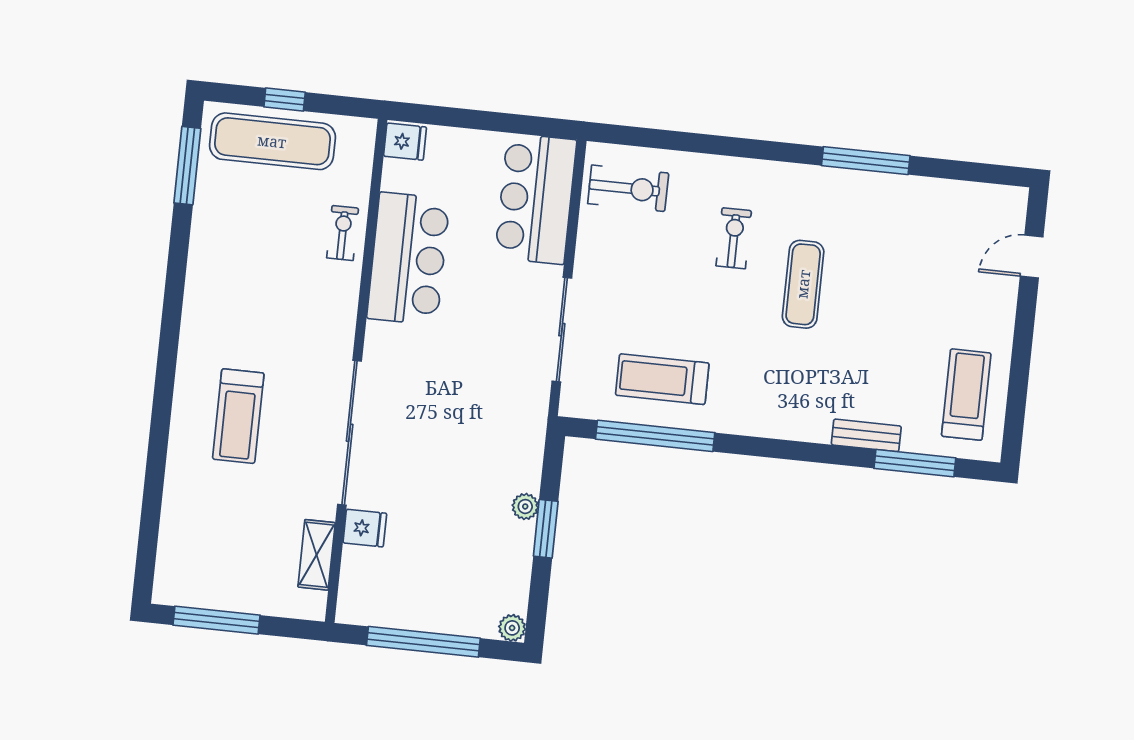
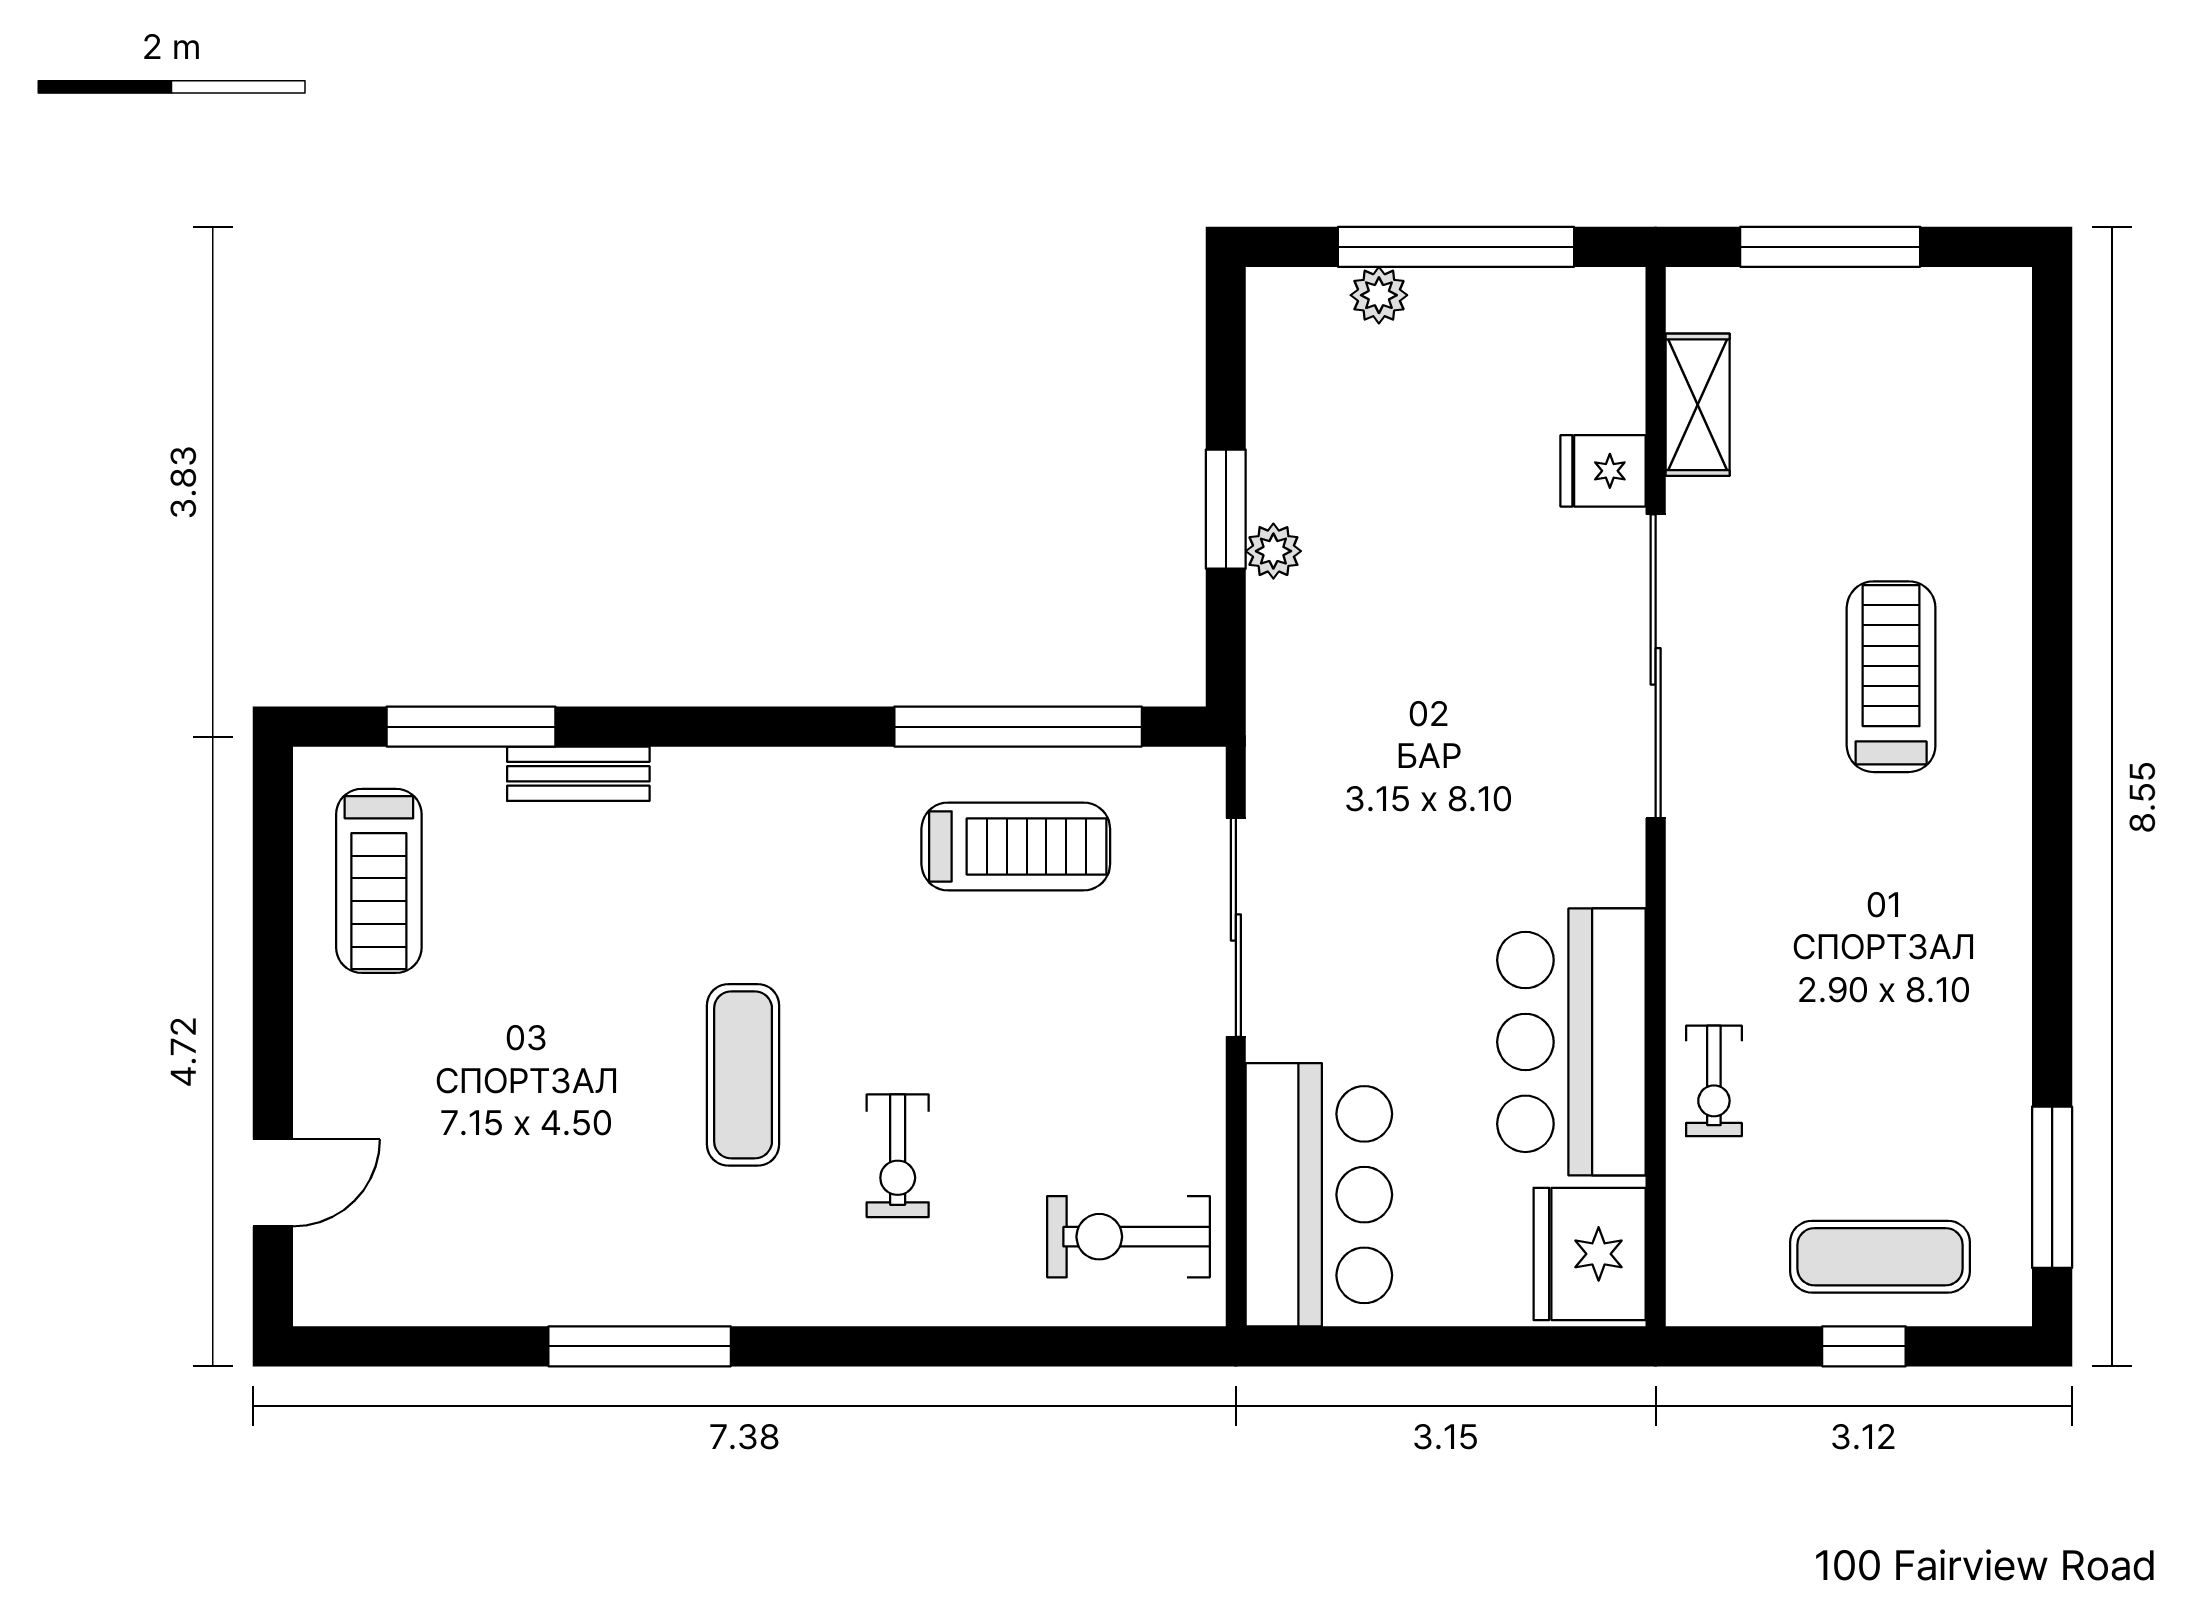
exercise mat: (272, 141) -> (1880, 1257), width x0.73, depth x0.69
fridge: (405, 142) -> (1590, 1254), width x1.88, depth x1.34
window: (216, 620) -> (1830, 247), moved
plant: (512, 628) -> (1379, 295), moved

